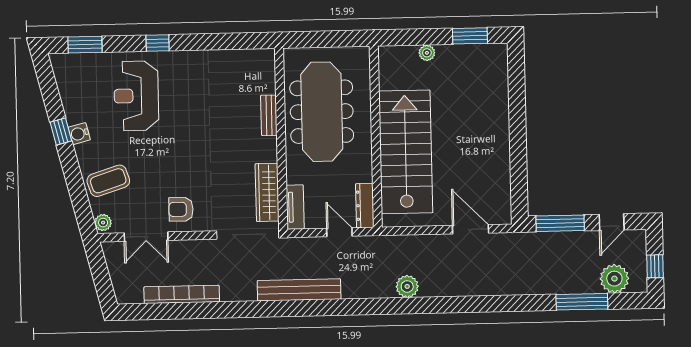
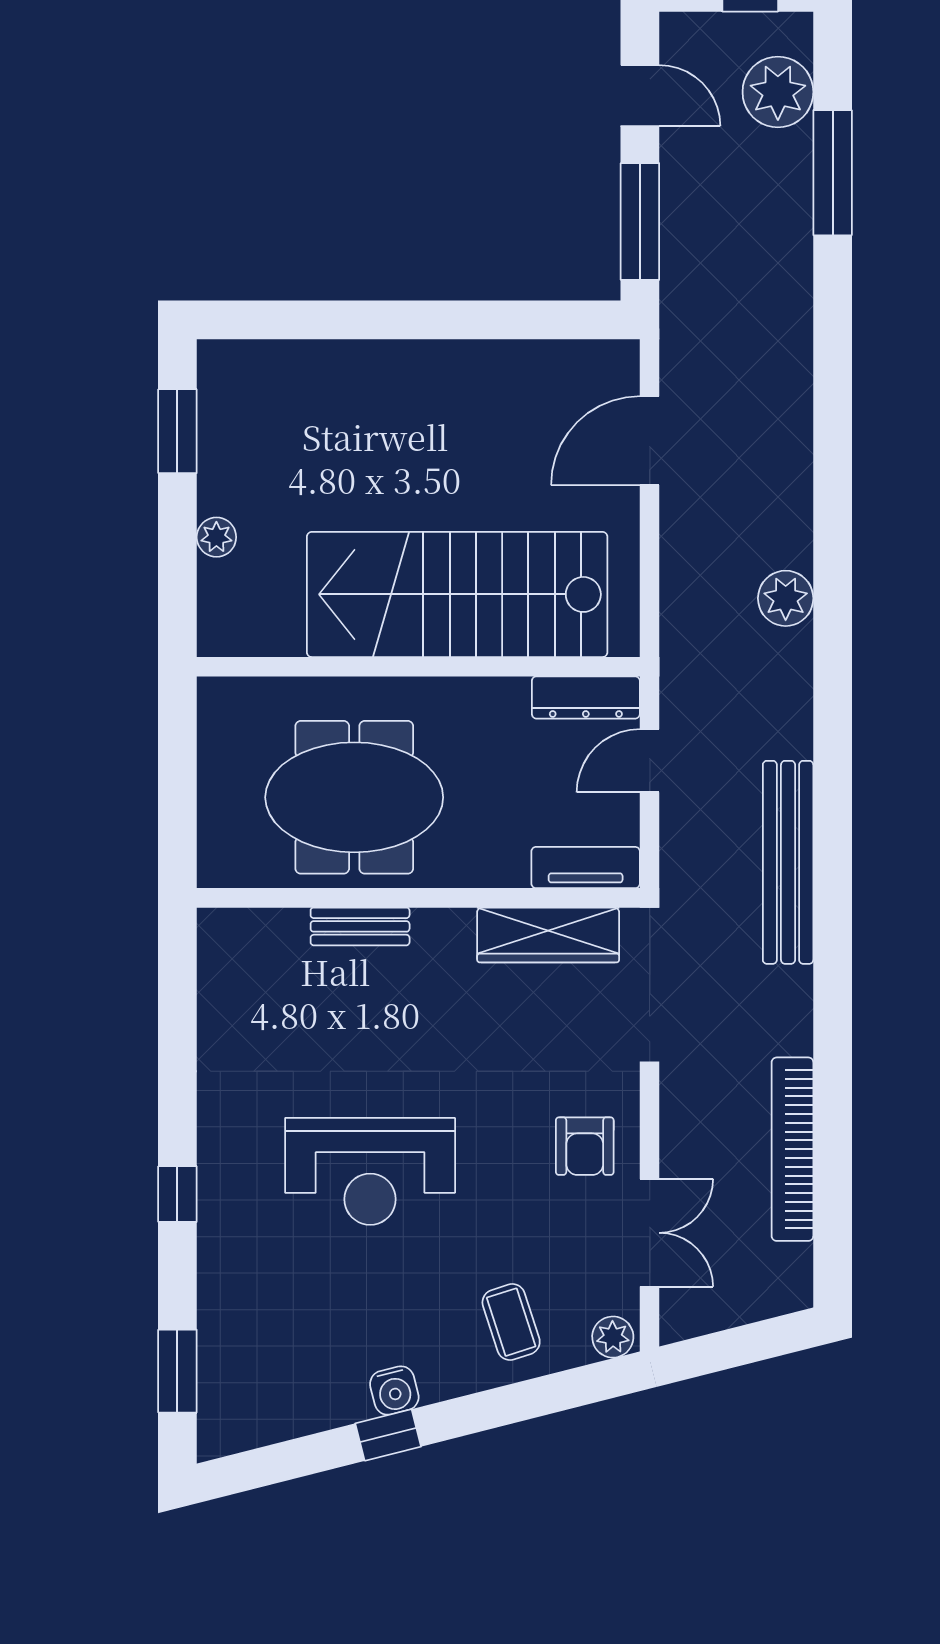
reception desk: (136, 96) -> (370, 1171), moved
meeting table: (322, 112) -> (354, 797), width x0.73
coffee table: (108, 181) -> (511, 1322), width x0.73, depth x0.77

